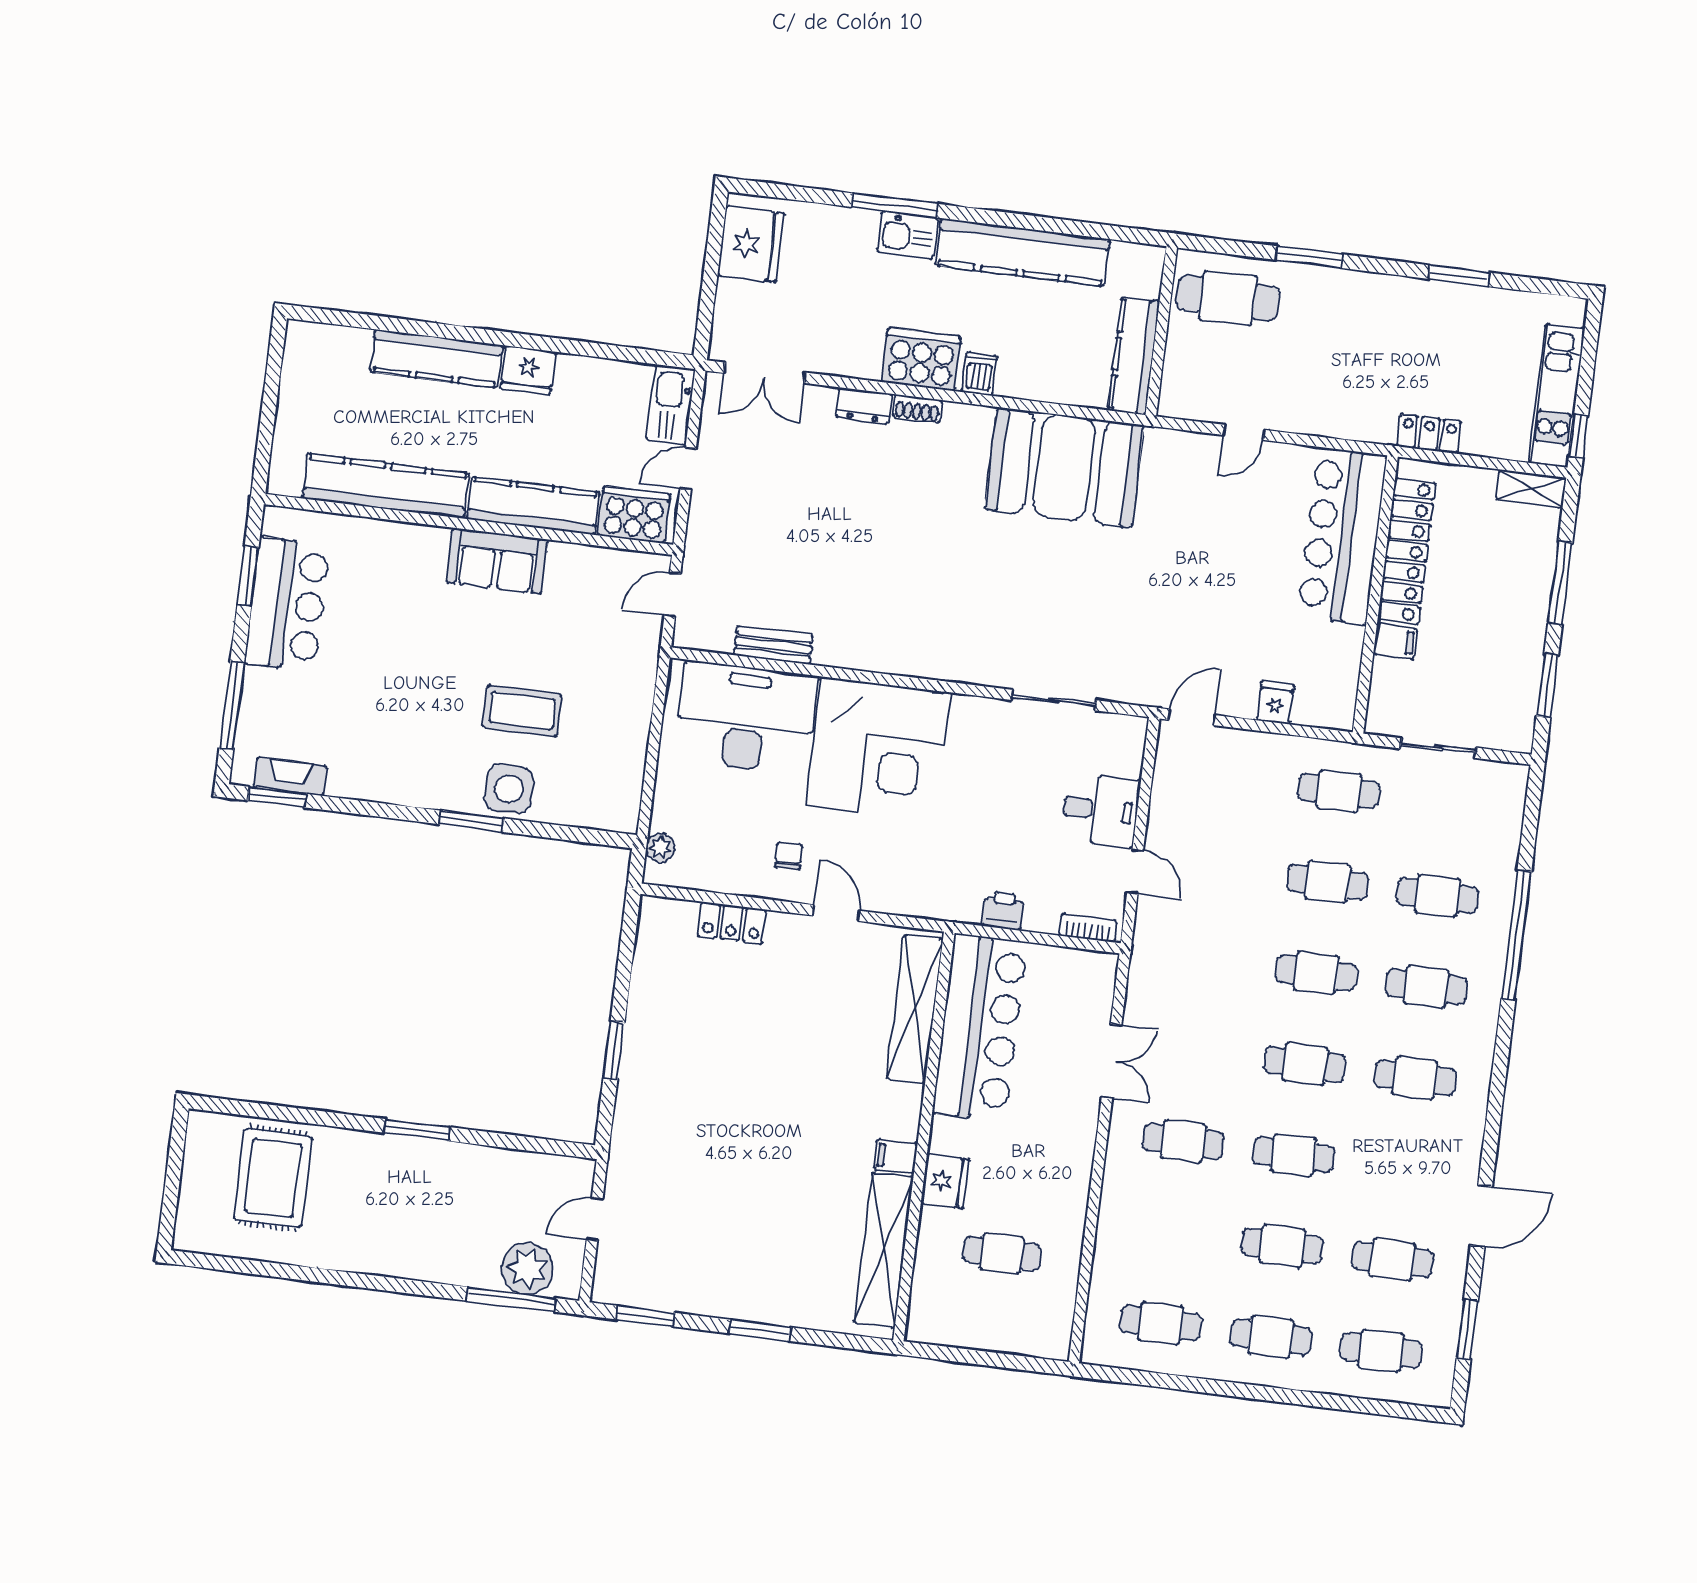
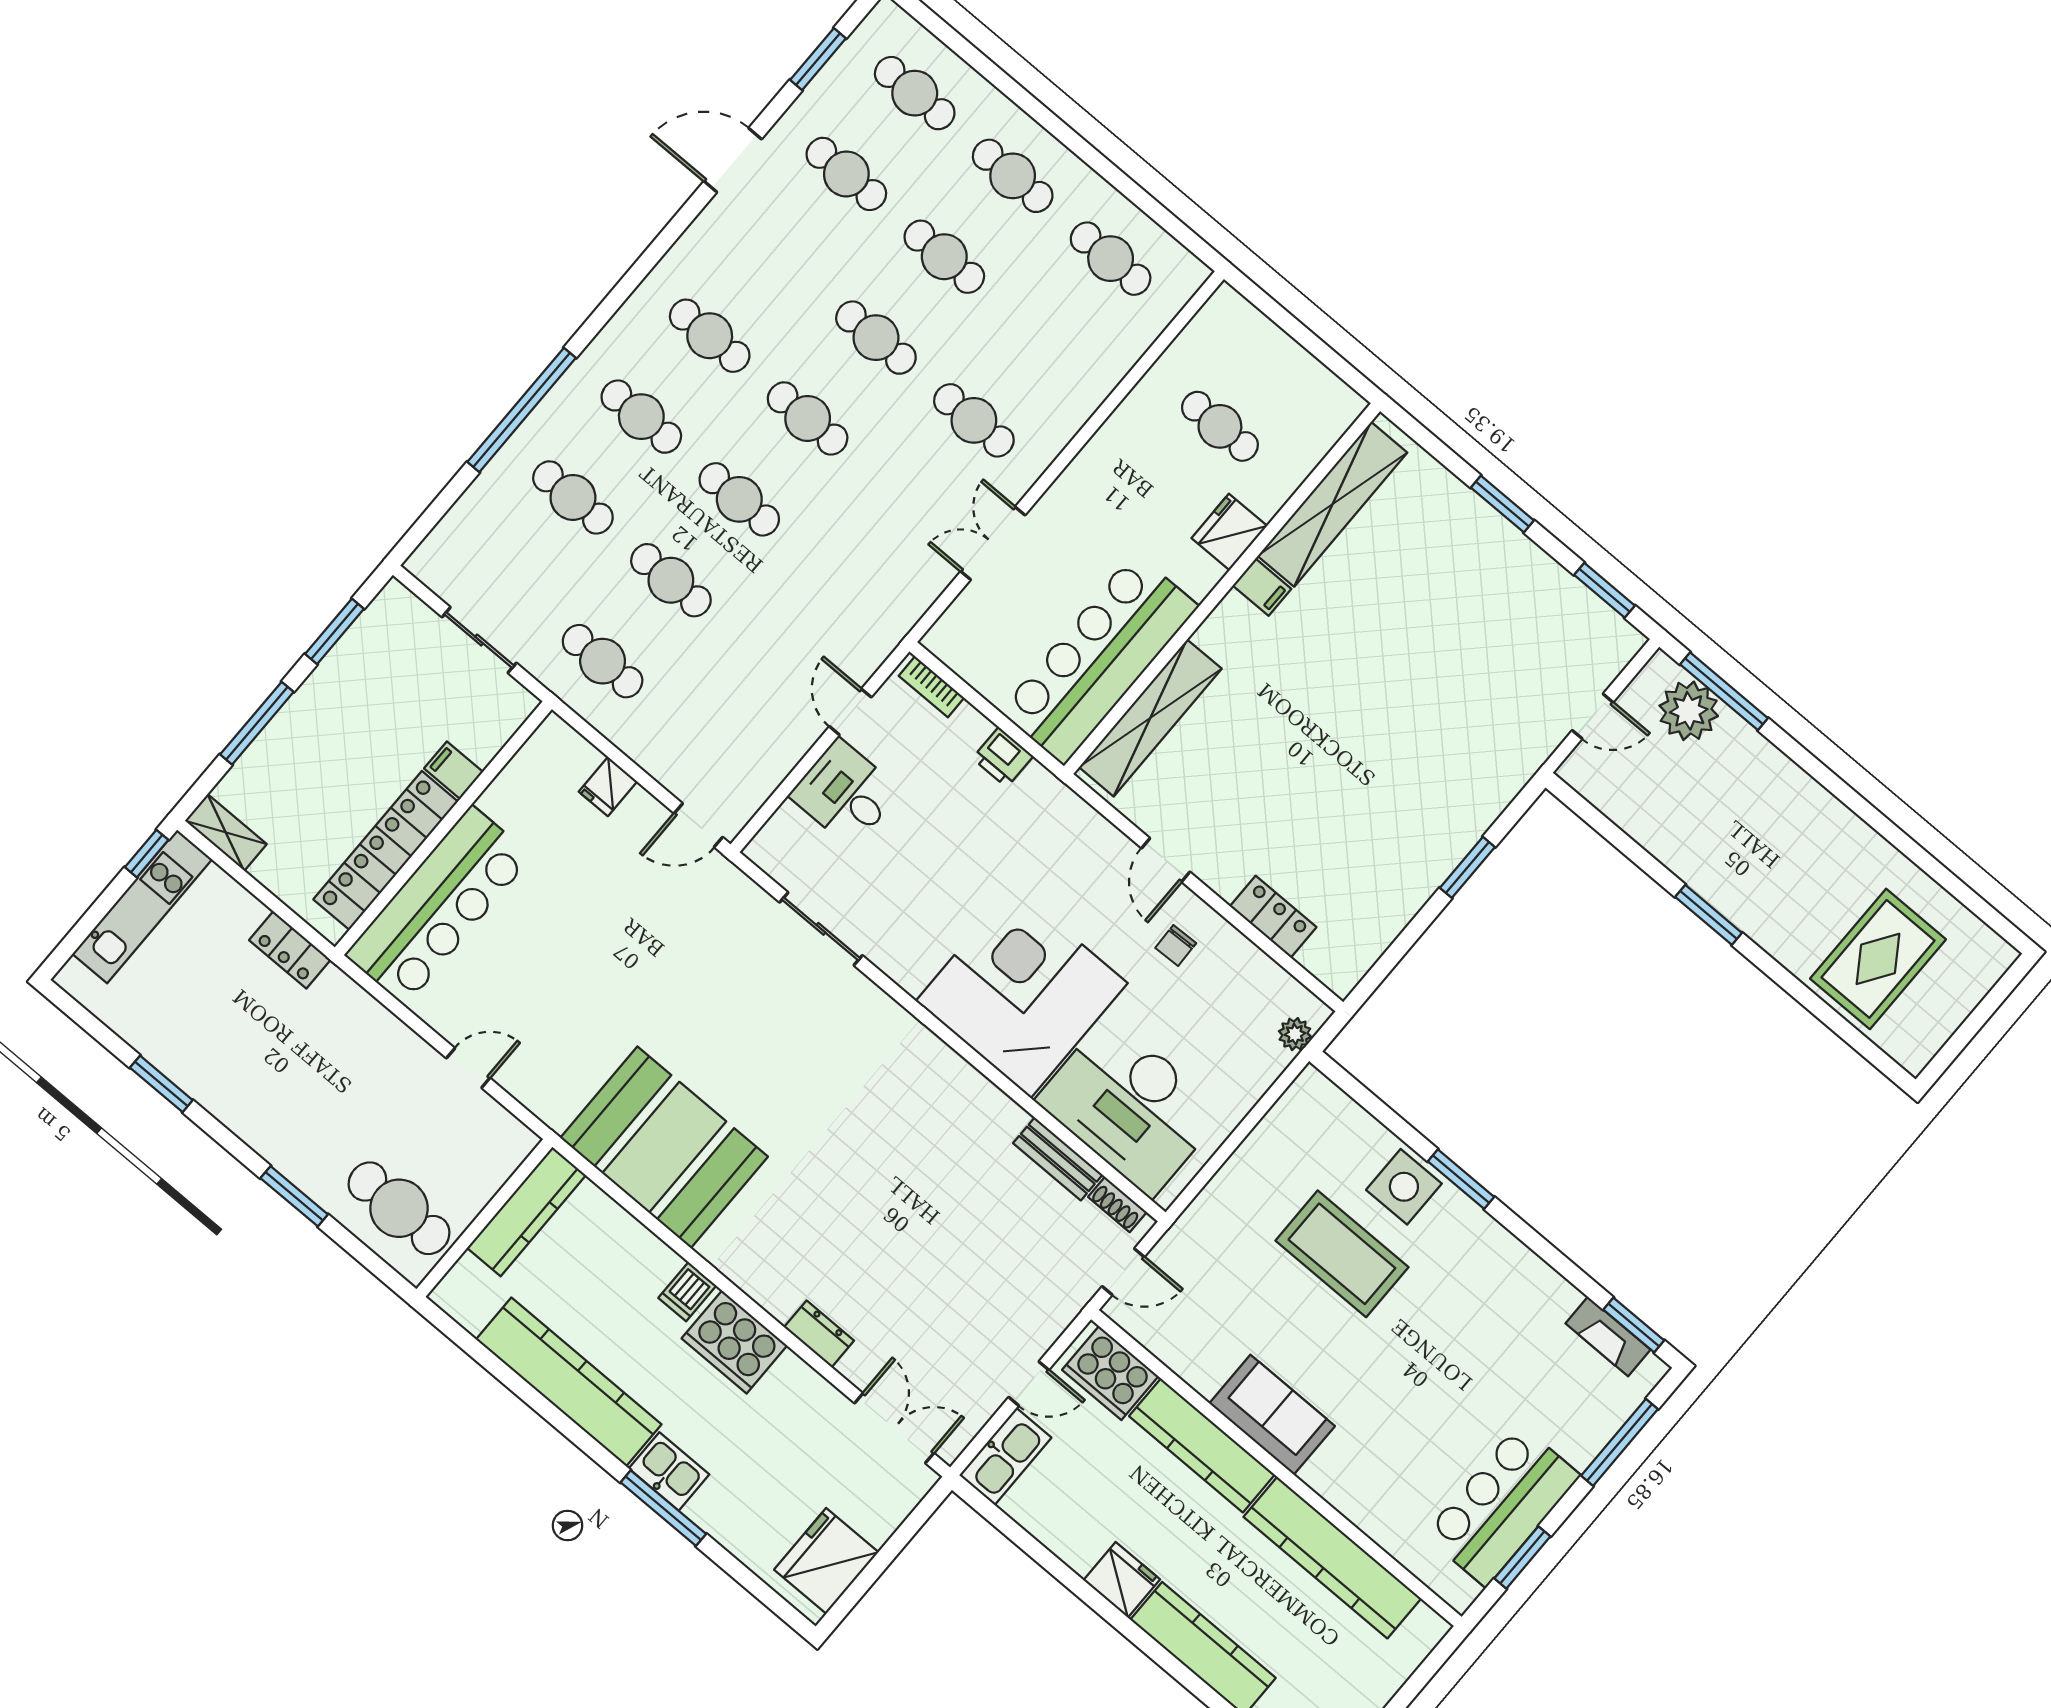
shoe rack: (917, 408) -> (1117, 1204), moved, turned 180
coffee table: (522, 711) -> (1342, 1254), width x1.36, depth x1.32

